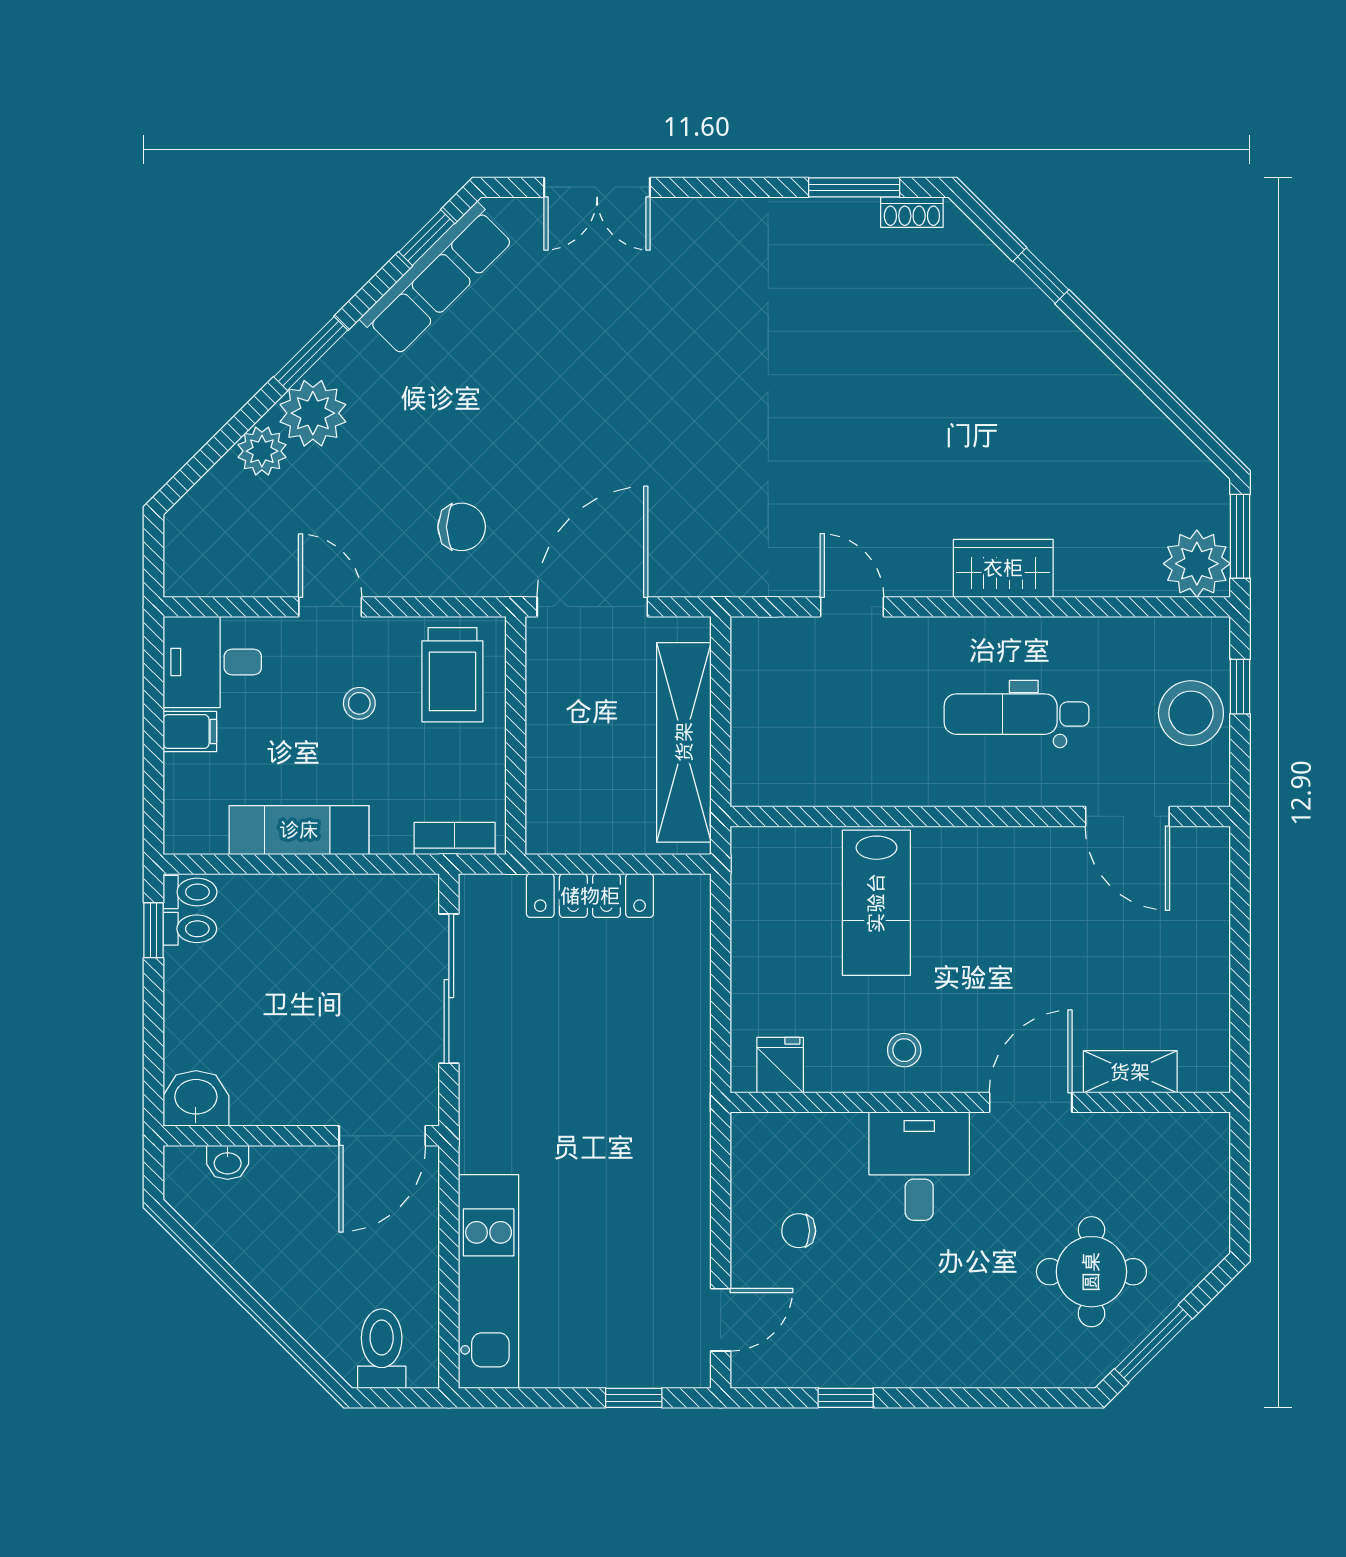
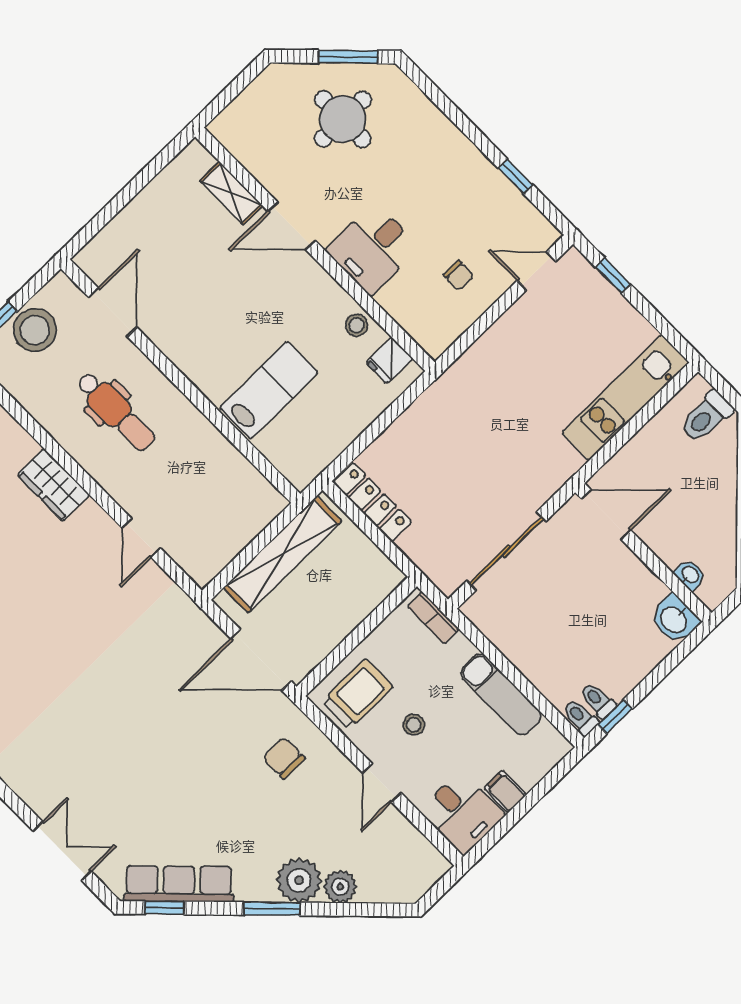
locker: (590, 896) -> (372, 502), moved
stool: (904, 1050) -> (357, 325), moved

